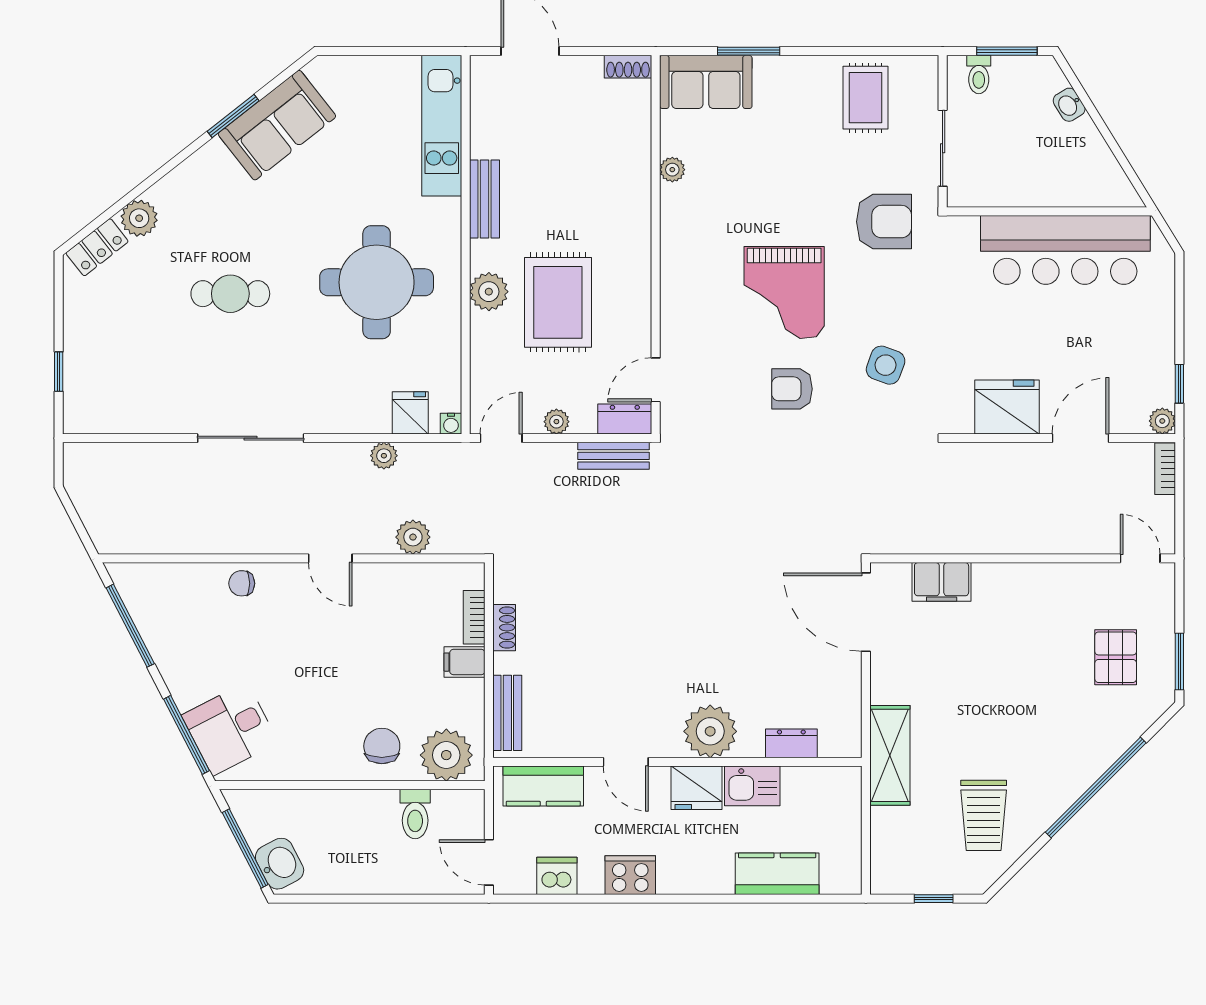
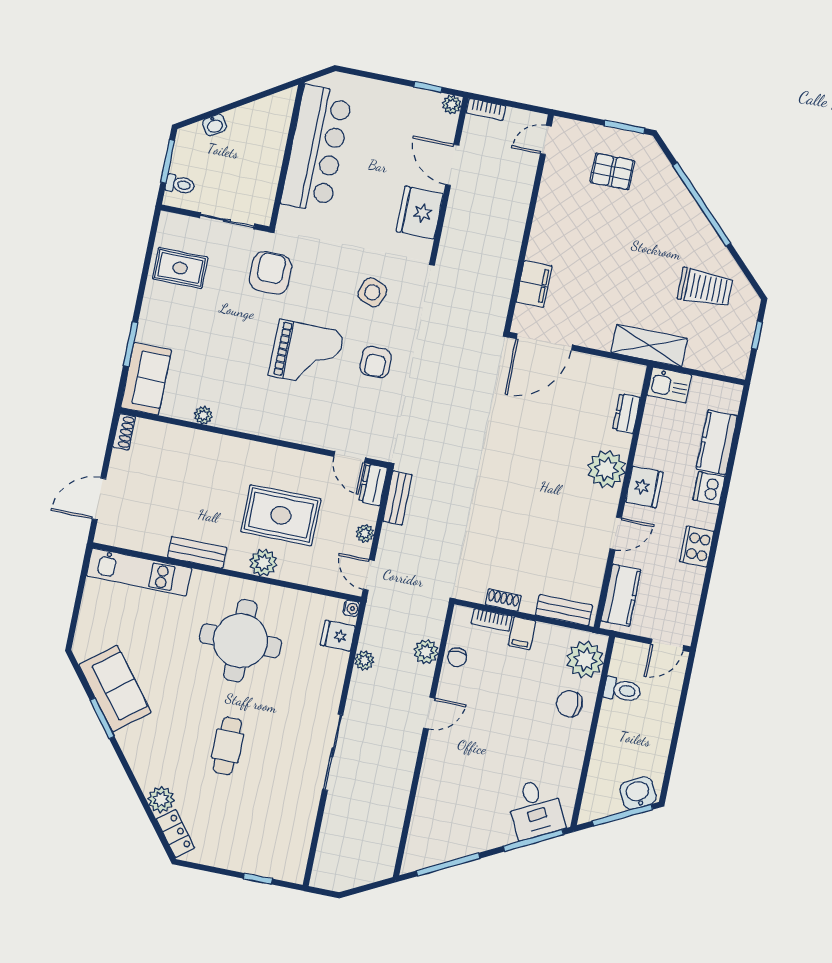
chair: (242, 583) -> (457, 657), moved
kitchen sink: (752, 786) -> (669, 385), moved, turned 90
dishwasher: (557, 876) -> (709, 488), moved

